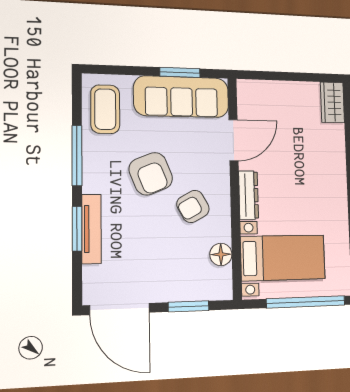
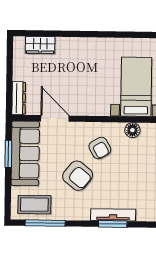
wardrobe: (332, 102) -> (40, 45), moved
window: (77, 156) -> (45, 223), moved
armchair: (151, 174) -> (78, 176), turned 61
dresser: (248, 195) -> (19, 98), moved, turned 90

